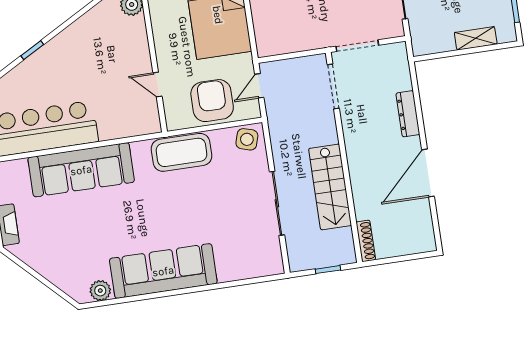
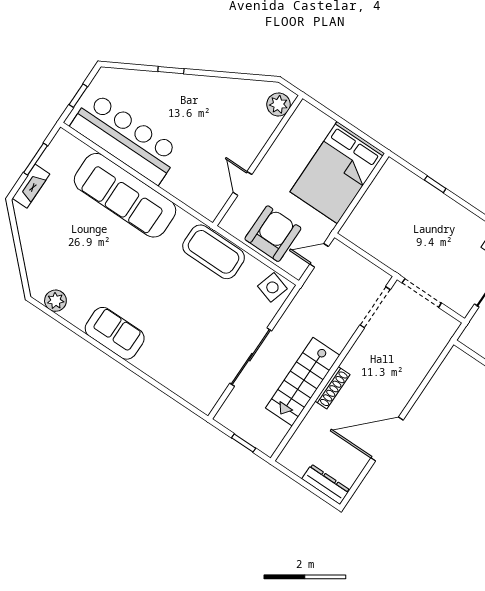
dresser: (408, 114) -> (326, 484), moved, turned 90
shoe rack: (366, 241) -> (332, 388), moved
sofa: (163, 271) -> (115, 333), width x0.54, depth x0.79

